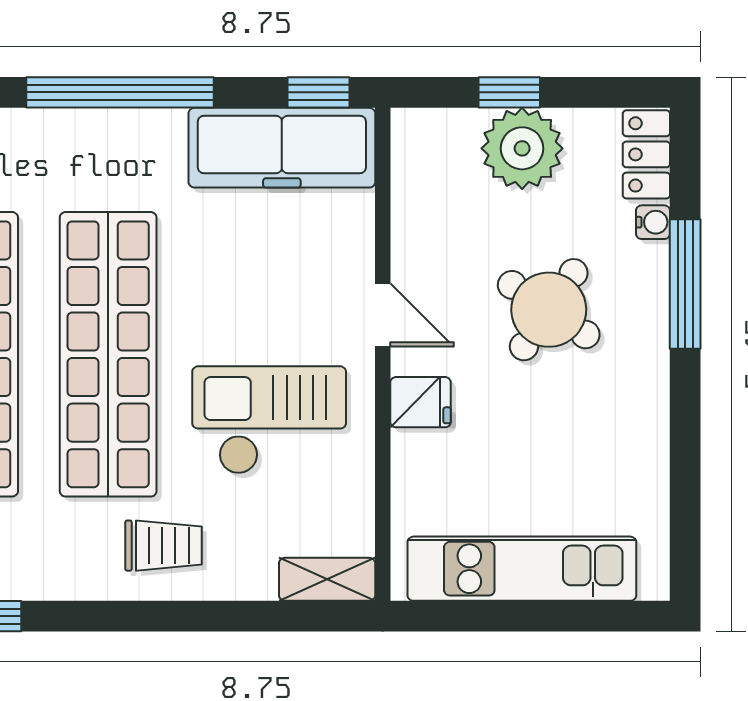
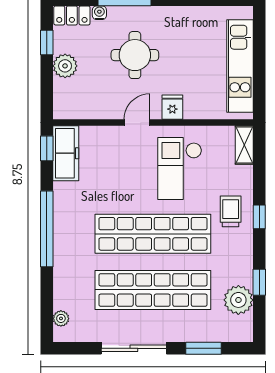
window: (509, 92) -> (47, 42), moved
freezer: (282, 148) -> (66, 153), width x0.73, depth x0.79
plant: (522, 148) -> (65, 66), width x0.73, depth x0.73
round table: (549, 310) -> (135, 55), turned -34
window: (150, 616) -> (259, 217), added

